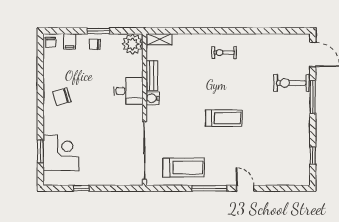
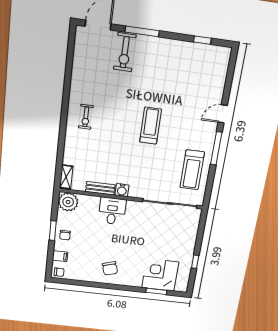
treadmill: (184, 168) -> (192, 170), turned 180

